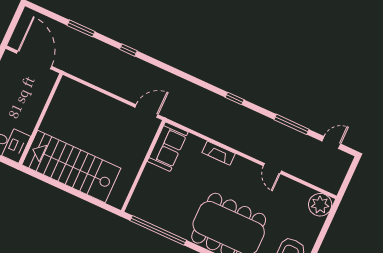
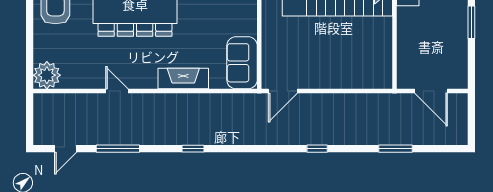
window: (128, 50) -> (317, 149), moved
door: (34, 60) -> (431, 91), width x0.73
fireplace: (219, 153) -> (183, 79), width x1.37, depth x1.32

